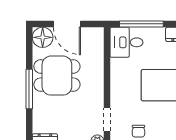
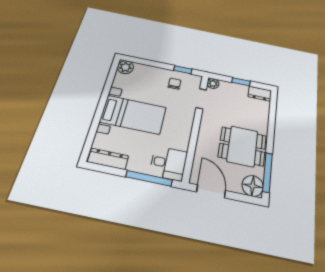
door: (67, 24) -> (211, 191), moved
window: (29, 89) -> (268, 172), moved

